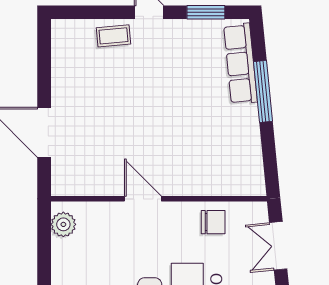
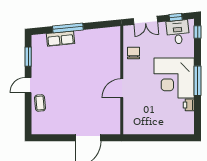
row of seats: (240, 64) -> (60, 39), width x0.68
plant: (63, 224) -> (135, 128), removed

